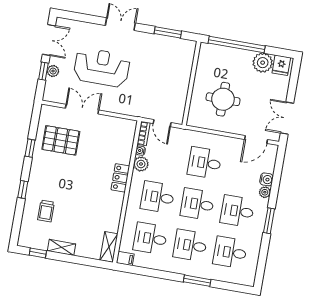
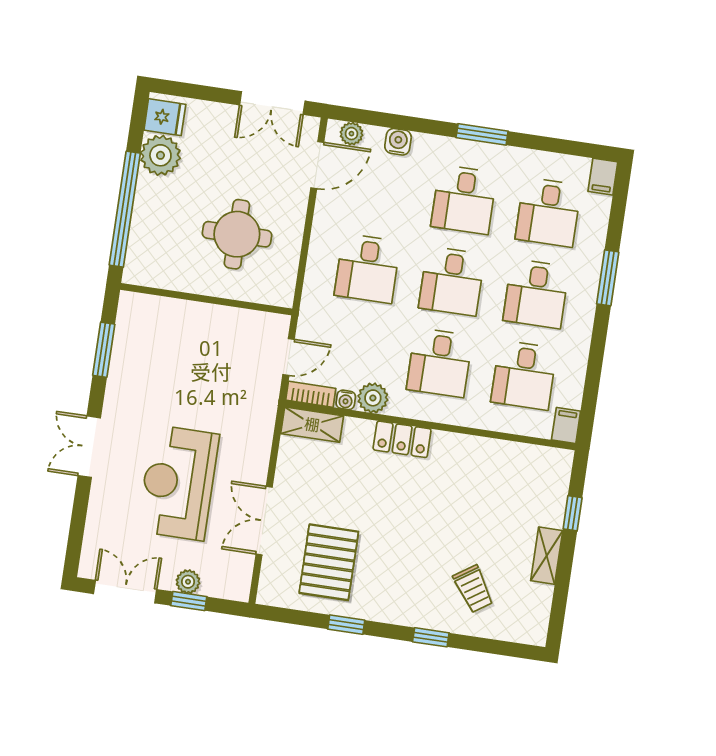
door: (256, 139) -> (317, 165), hinge flipped
plant: (265, 192) -> (351, 134), moved
trolley: (46, 211) -> (473, 589), turned 56
shelving: (109, 247) -> (312, 425), moved
window: (38, 253) -> (573, 513), moved
filing cabinet: (247, 280) -> (603, 177), added

